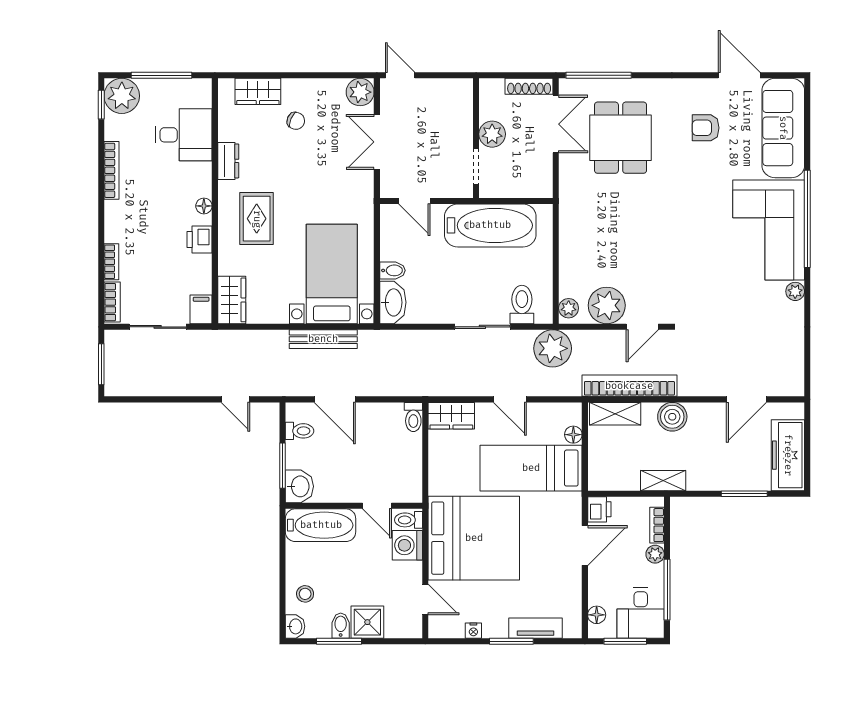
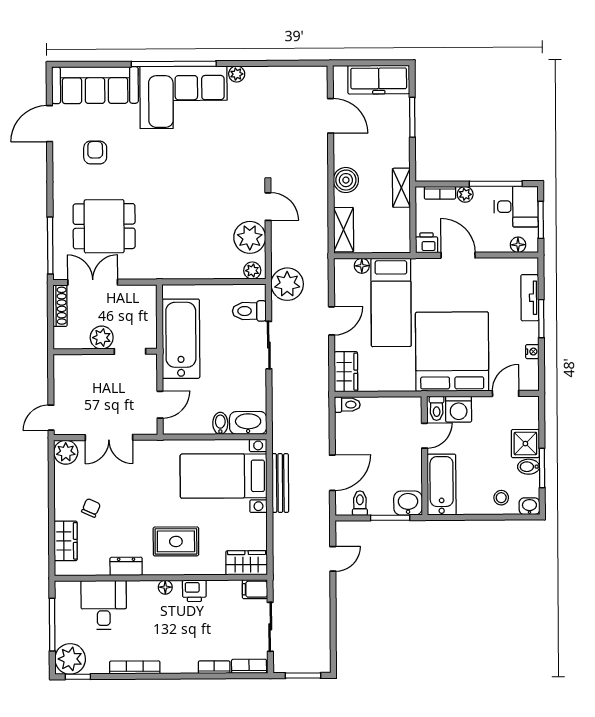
armchair: (706, 128) -> (95, 153), turned 180
bookcase: (629, 386) -> (319, 217), removed

